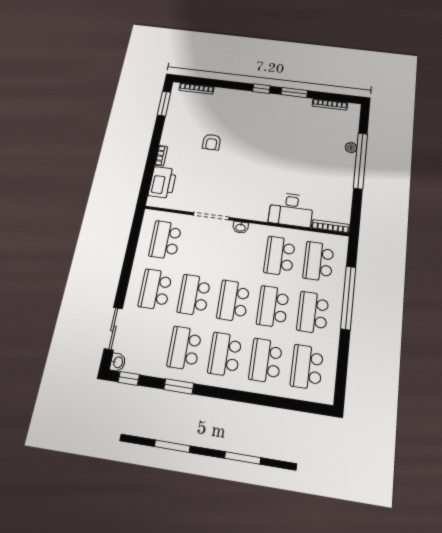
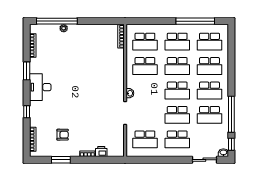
window: (261, 89) -> (27, 112), moved
window: (164, 104) -> (61, 160), moved
armchair: (212, 142) -> (63, 135), moved
window: (360, 161) -> (57, 21), moved
printer: (162, 182) -> (101, 152), width x0.53, depth x0.68
desk: (291, 210) -> (40, 87), moved, turned 180
window: (348, 298) -> (195, 21), moved
window: (179, 386) -> (231, 114), width x2.11

